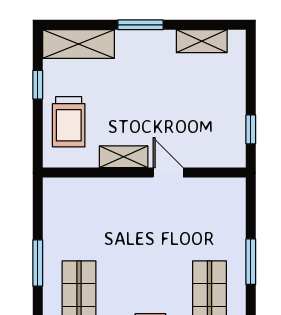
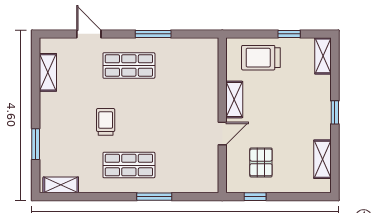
window: (141, 25) -> (335, 112), width x0.67
shelving: (78, 44) -> (323, 56), width x0.67, depth x0.75
pallet: (206, 122) -> (261, 162), added

